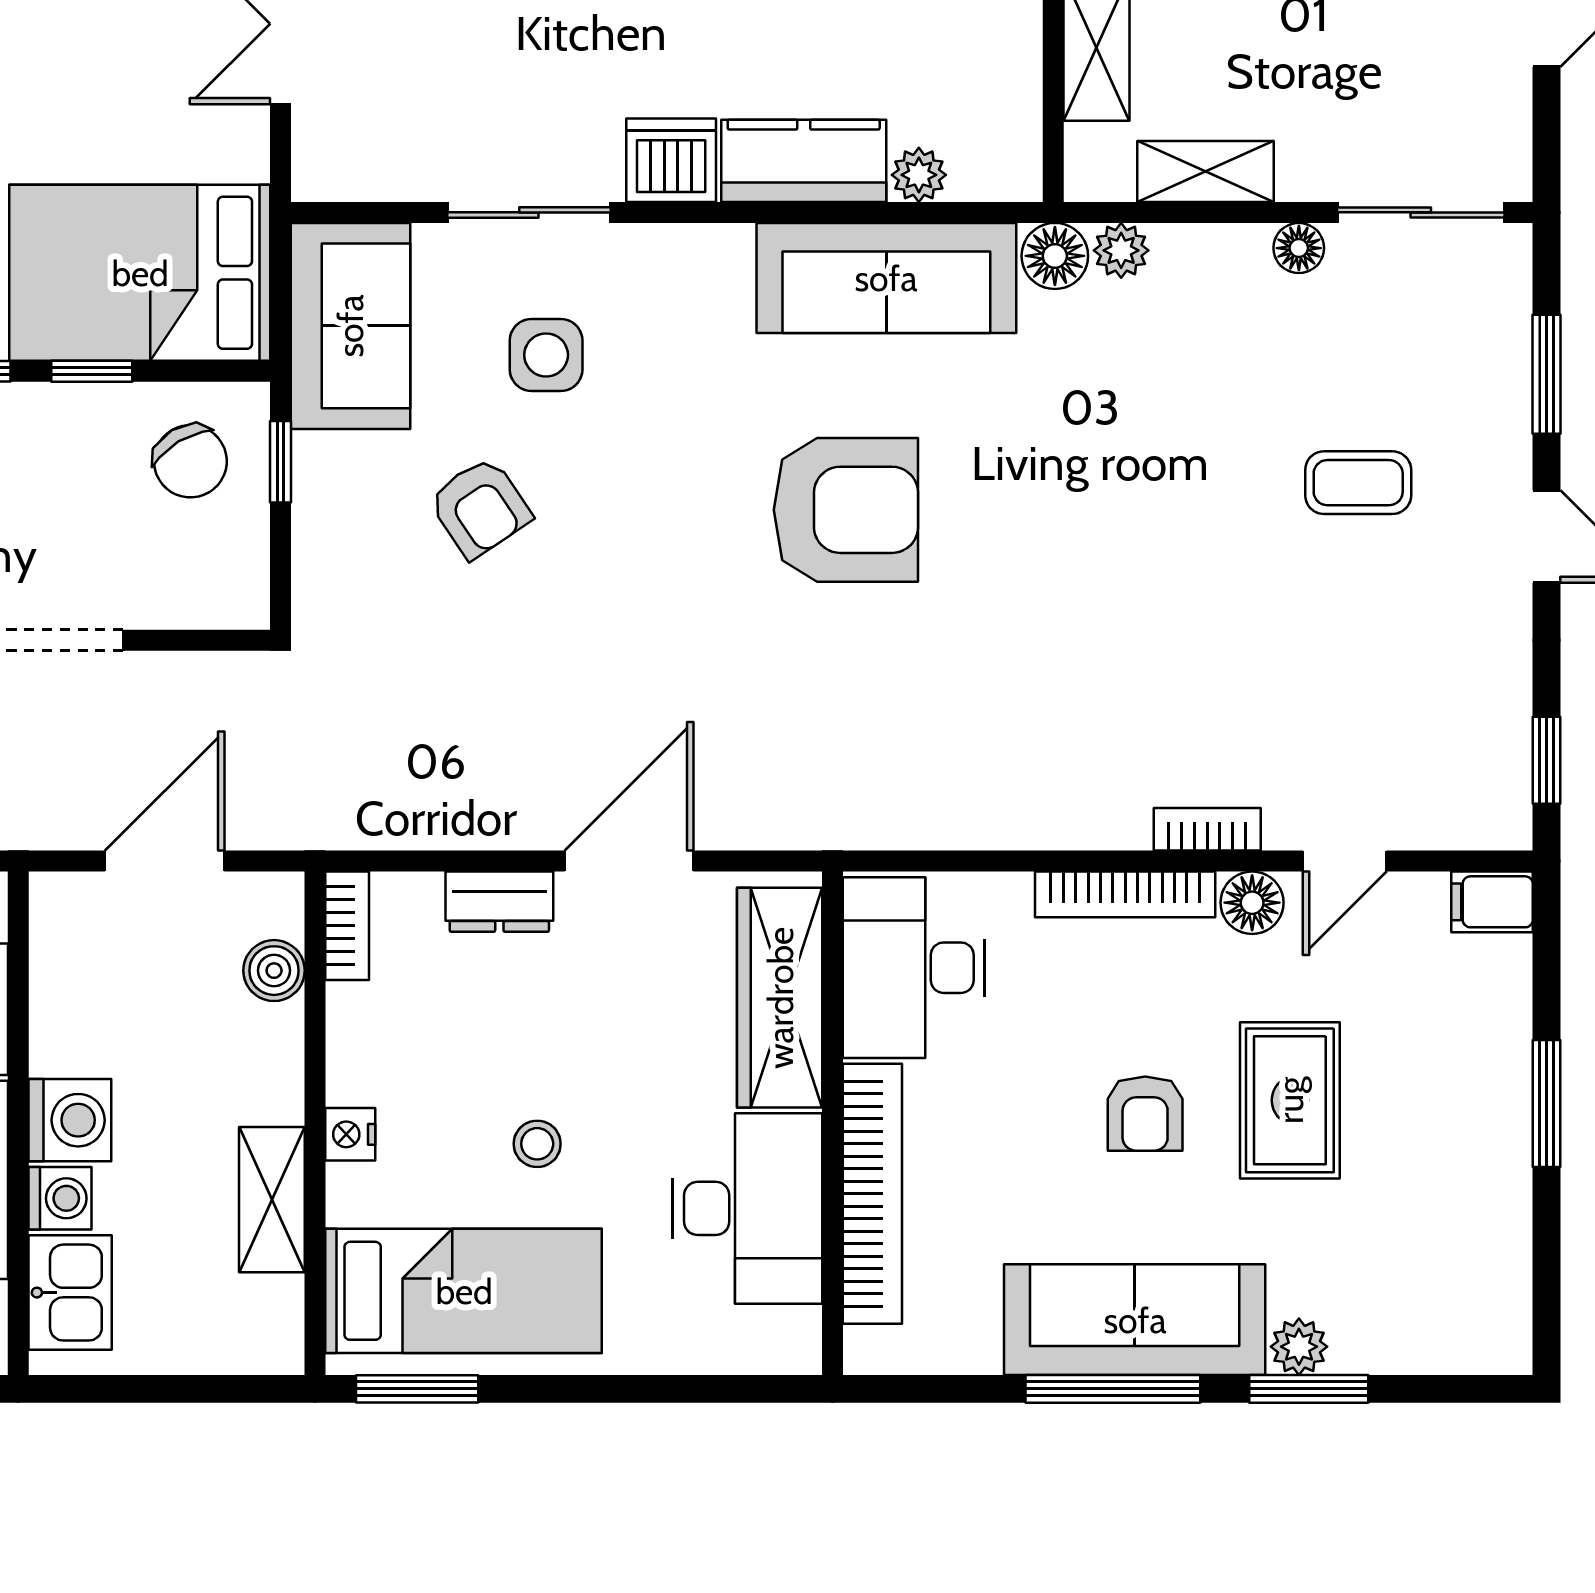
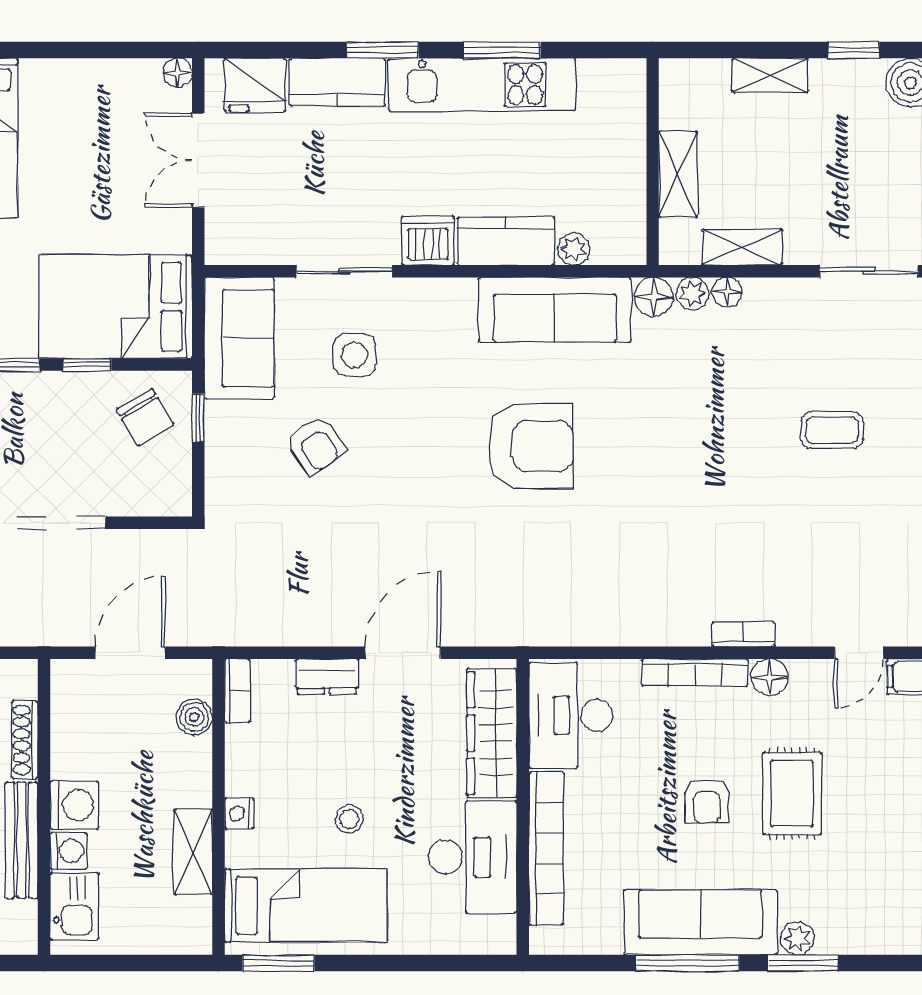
floor lamp: (1299, 248) -> (727, 292), moved
door: (1345, 861) -> (859, 653), moved

